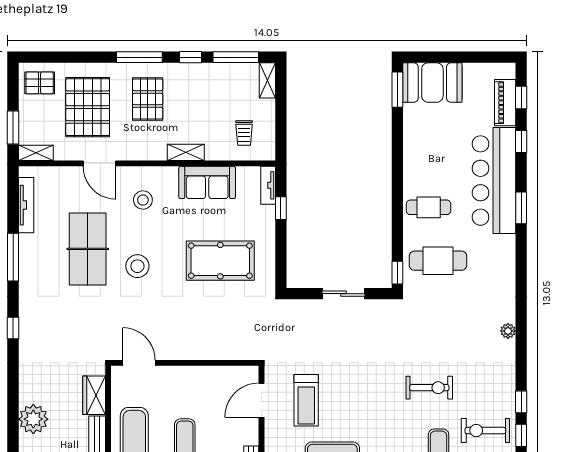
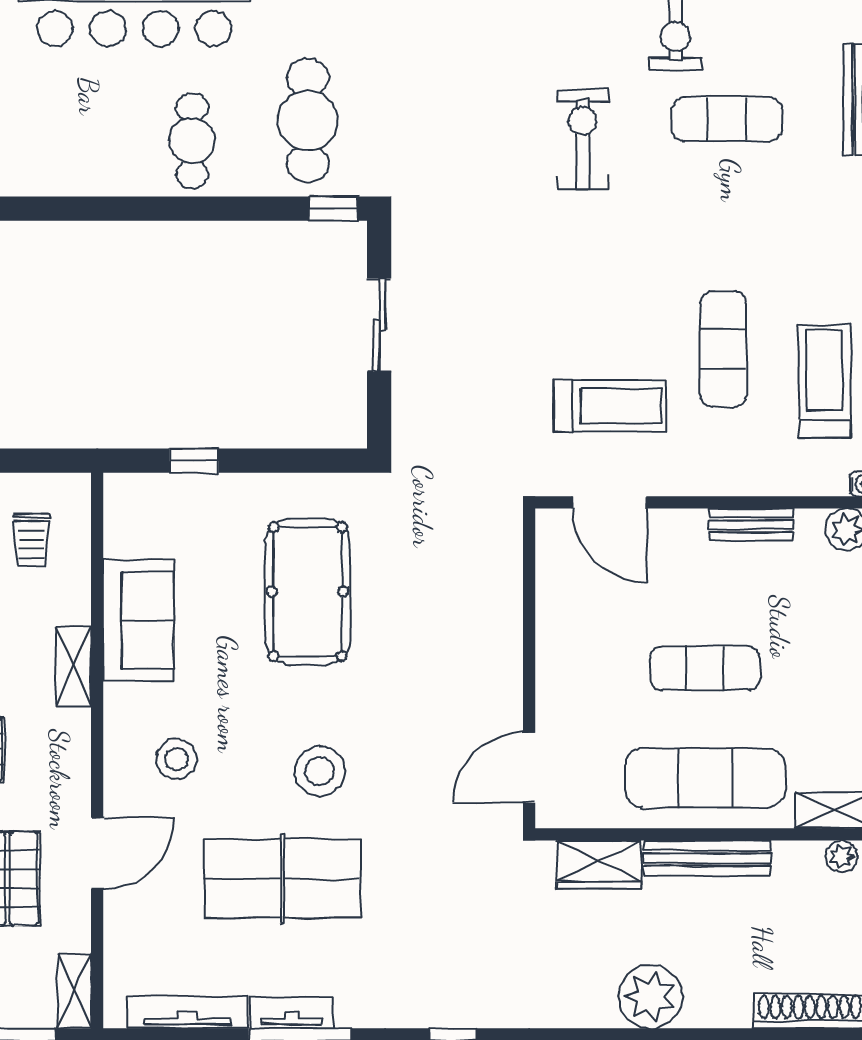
trolley: (244, 133) -> (31, 540), turned 90
tv unit: (268, 185) -> (292, 1013), moved, turned 180

